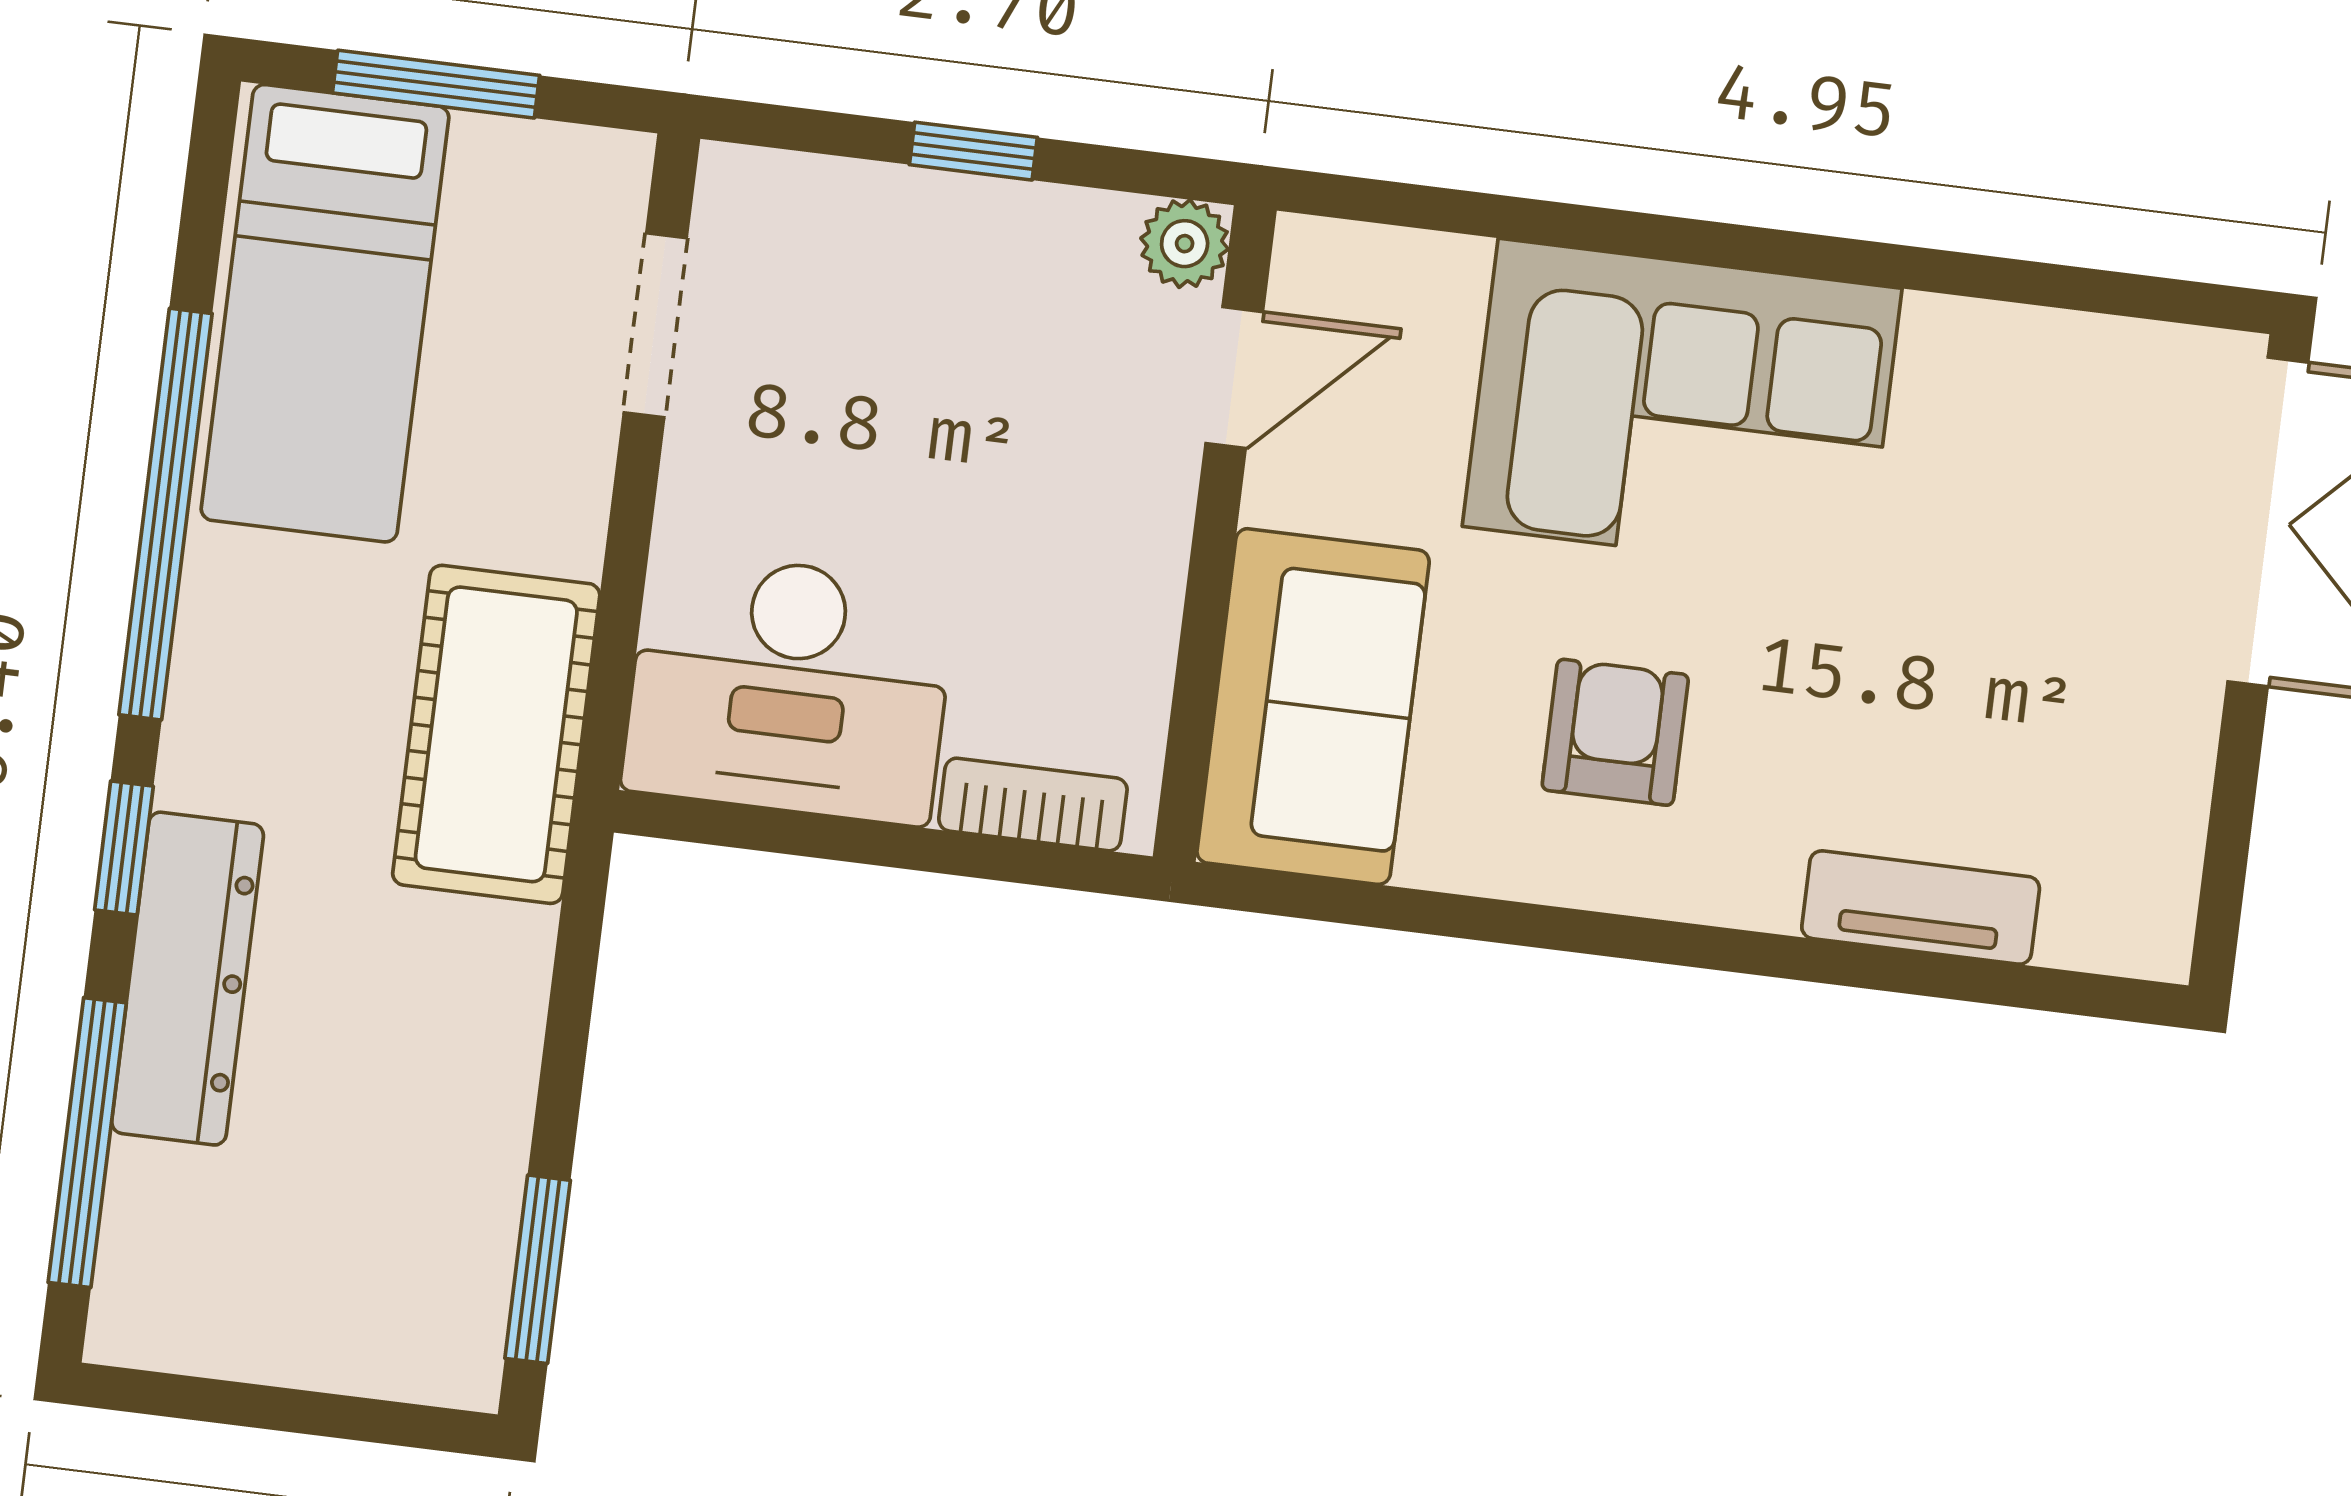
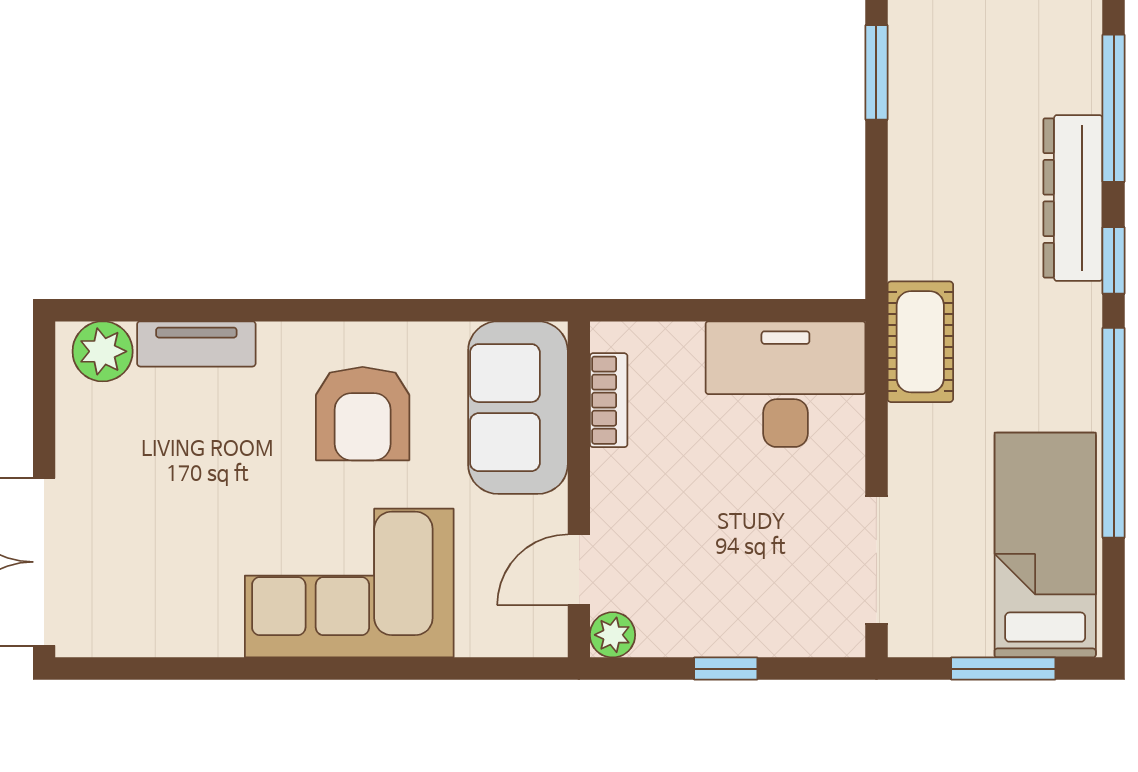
doorway: (655, 325) -> (876, 560), width x1.38
armchair: (1615, 732) -> (363, 414), width x1.38, depth x1.38
cot: (496, 734) -> (920, 342), width x0.73, depth x0.75
bookcase: (1033, 805) -> (609, 400), moved, turned -90
plant: (2104, 916) -> (103, 351), added

